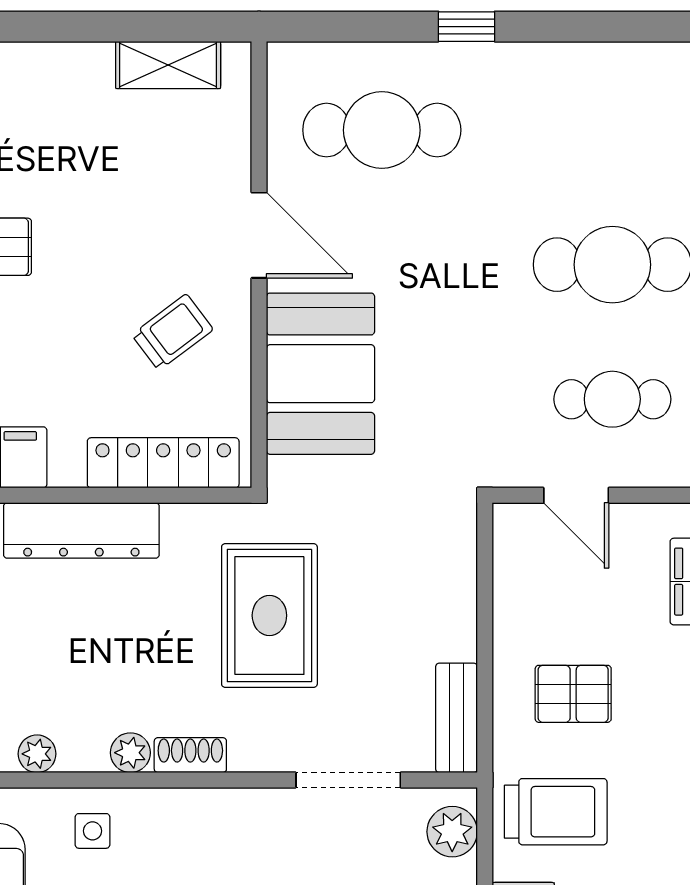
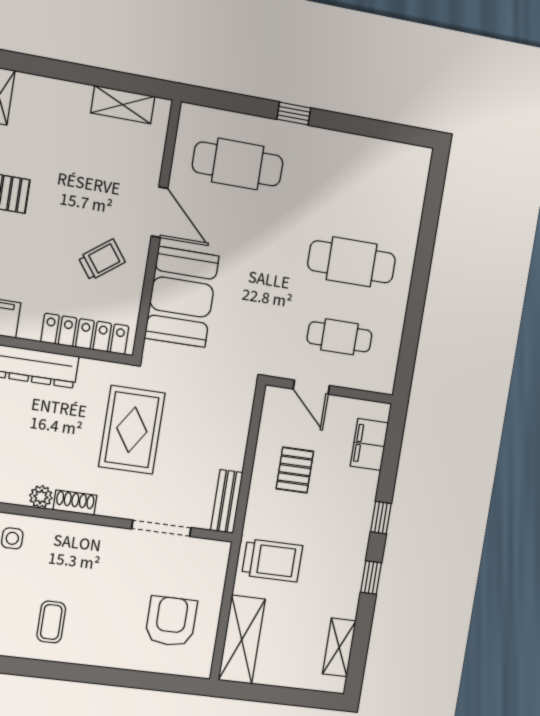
pallet: (573, 694) -> (295, 470), moved, turned 90
plant: (452, 832) -> (214, 564), removed

